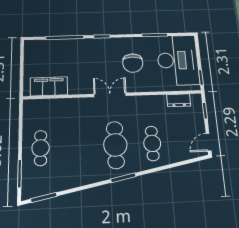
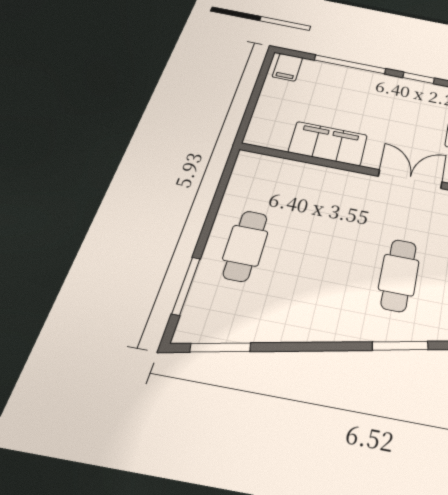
filing cabinet: (33, 47) -> (288, 67), added
filing cabinet: (49, 86) -> (328, 144), moved
cafe table: (115, 145) -> (399, 275), width x0.73, depth x0.74

